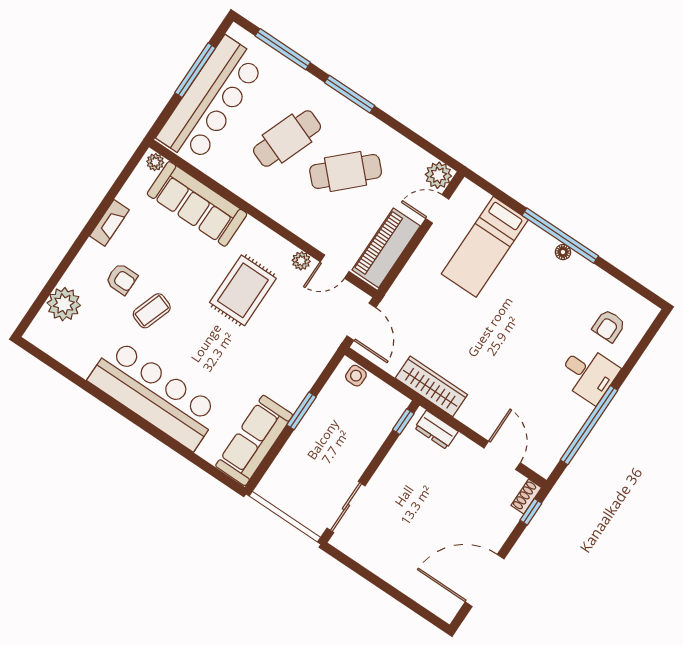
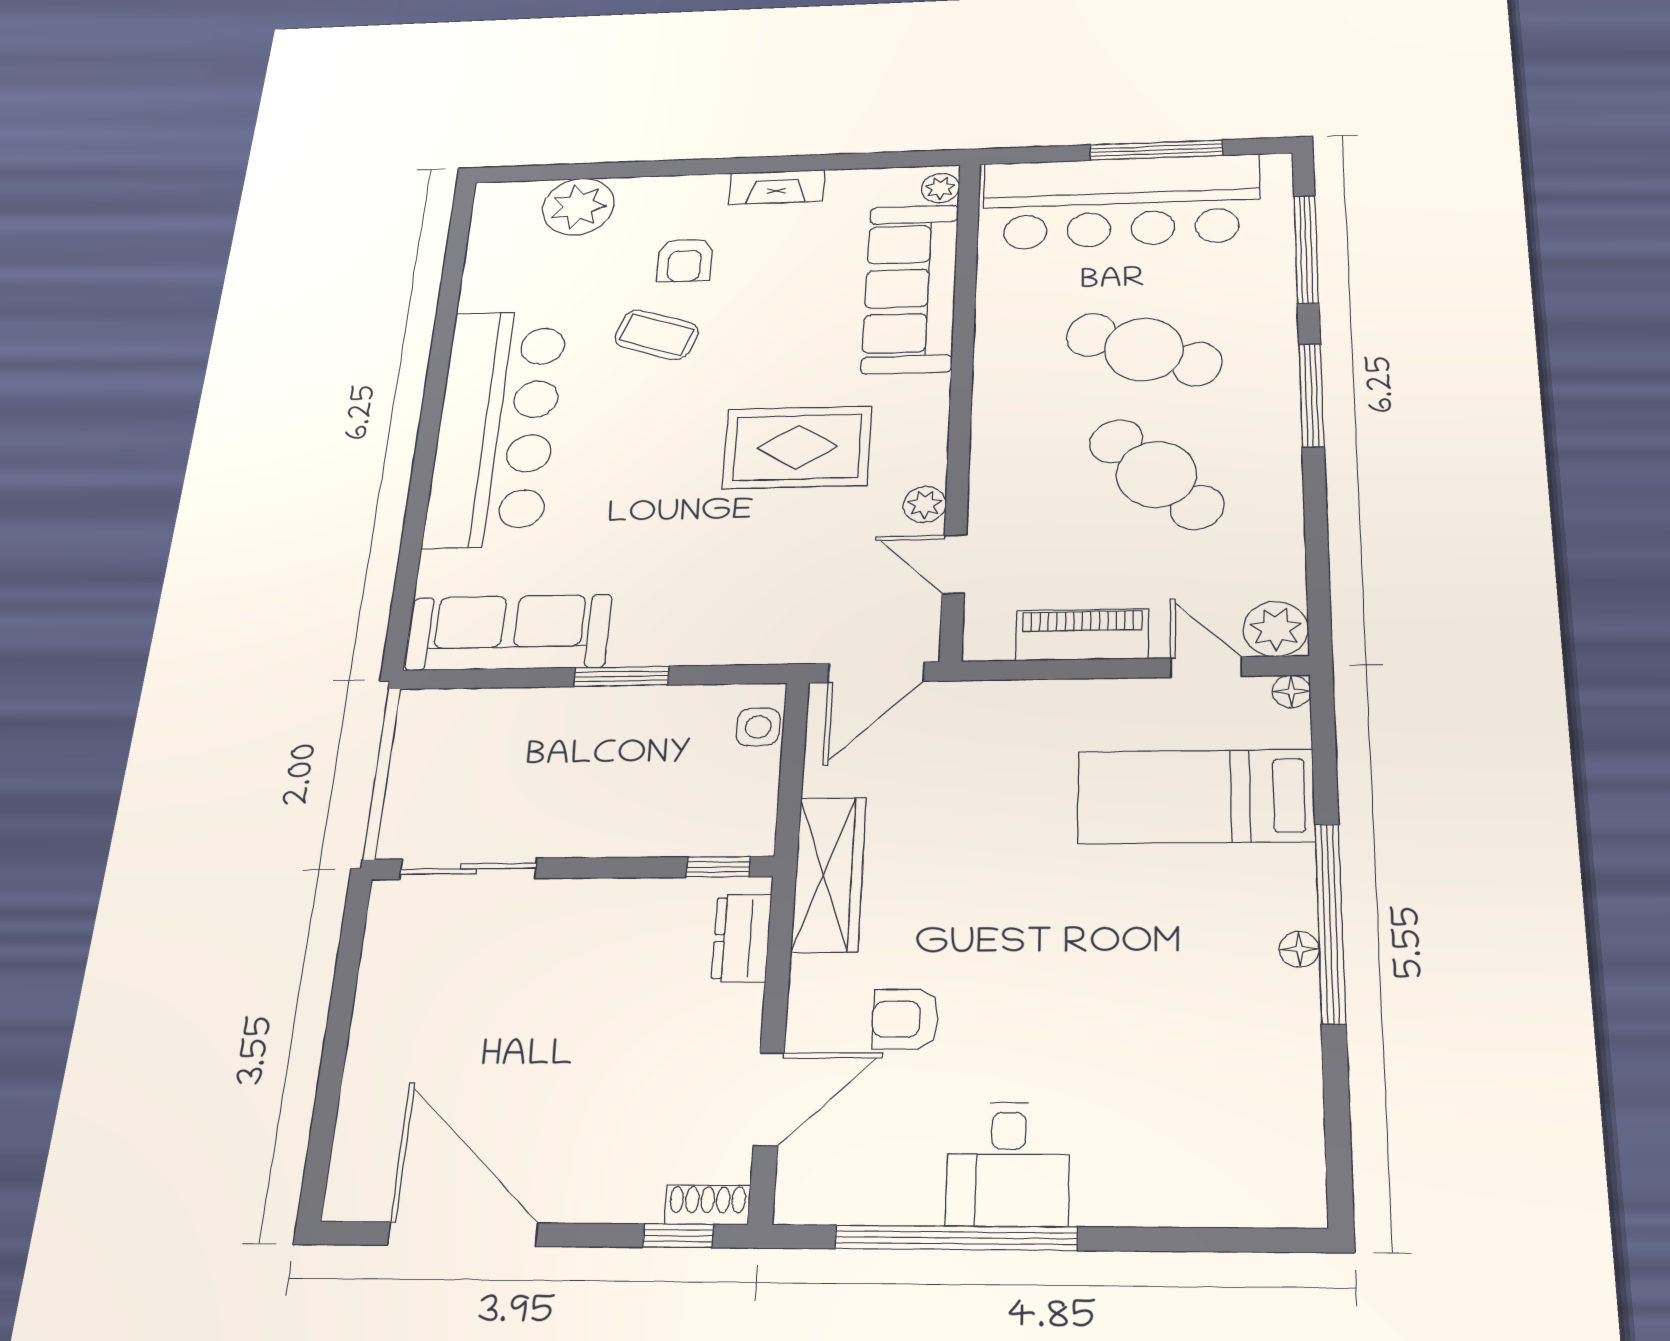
floor lamp: (466, 187) -> (1291, 691), added
piano: (386, 248) -> (1082, 635), width x0.73, depth x0.75
armchair: (609, 326) -> (906, 1019), moved
desk: (588, 374) -> (1008, 1164), moved

